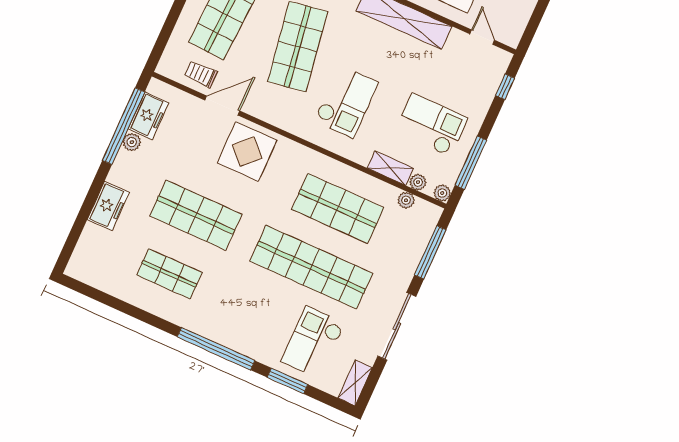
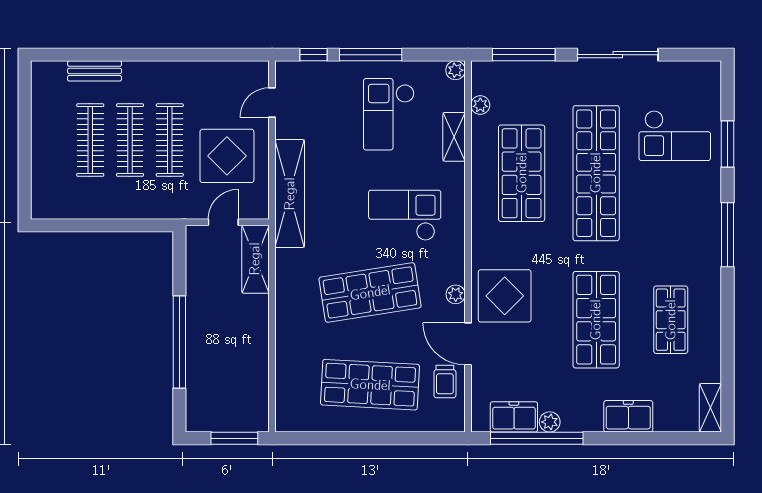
window: (471, 163) -> (371, 55), moved
plant: (418, 182) -> (456, 294), moved
window: (216, 349) -> (727, 235), width x0.68
shelving: (355, 383) -> (710, 408), moved, turned 90

